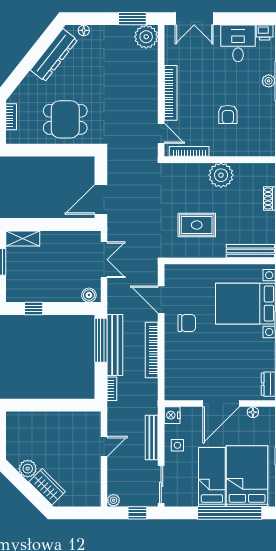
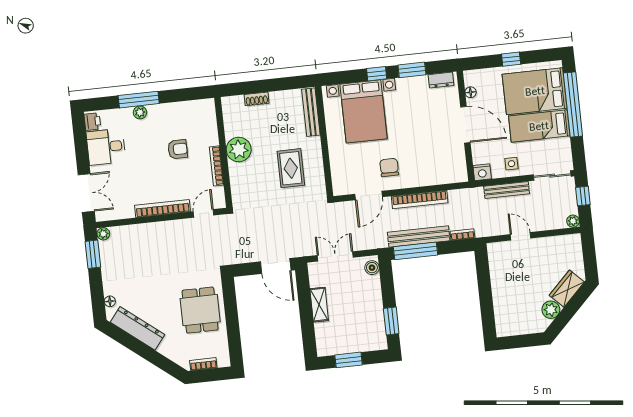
plant: (146, 37) -> (103, 234), width x0.53, depth x0.53
bookcase: (189, 151) -> (217, 166), moved
shelving: (23, 238) -> (319, 305), moved
window: (34, 309) -> (391, 321), width x1.50

